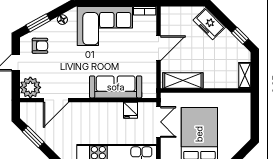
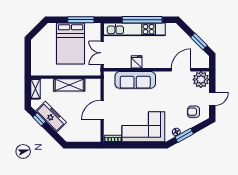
window: (38, 23) -> (184, 135), moved
freezer: (209, 24) -> (51, 117), moved, width x1.40
shelving: (183, 80) -> (69, 85), moved
fridge: (130, 110) -> (137, 62), moved

